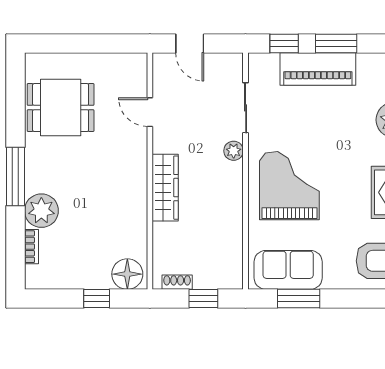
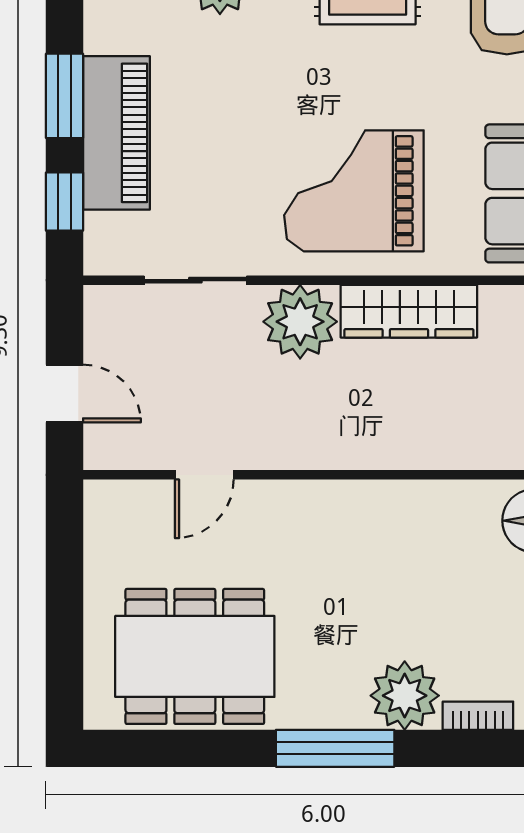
door: (190, 43) -> (64, 394), hinge flipped
dining table: (61, 108) -> (195, 656), width x1.37
plant: (234, 151) -> (300, 322), width x1.88, depth x1.88
wardrobe: (165, 188) -> (409, 311), moved, turned 180

